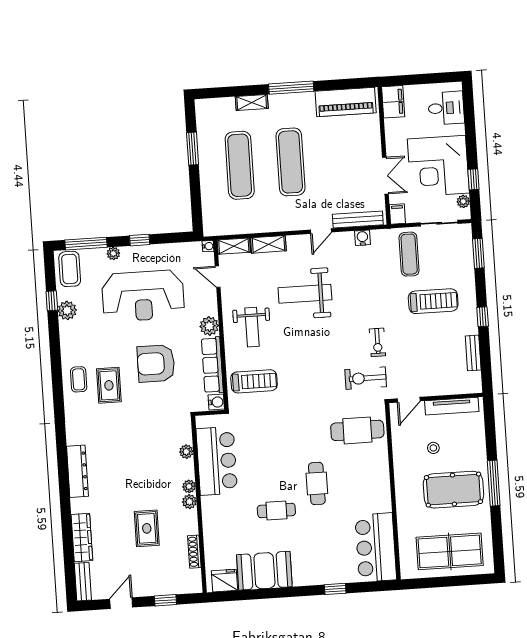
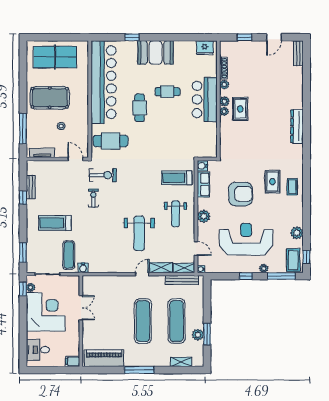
filing cabinet: (393, 102) -> (73, 361), width x0.50
shelving: (252, 103) -> (181, 362), moved
plant: (206, 147) -> (198, 335), added
double door: (385, 176) -> (81, 308), swing flipped
window: (473, 179) -> (23, 289), moved
filing cabinet: (397, 214) -> (75, 282), removed
bench: (358, 220) -> (182, 280), moved
door: (321, 231) -> (142, 274), moved
water cooler: (362, 238) -> (83, 268), moved
weight bench: (305, 294) -> (139, 233), turned 90
window: (52, 301) -> (306, 257), moved
window: (483, 317) -> (23, 198), moved
weight bench: (252, 327) -> (176, 214), turned 180
row of seats: (212, 365) -> (203, 184), width x0.68
door: (409, 400) -> (75, 159), hinge flipped
tv unit: (452, 406) -> (42, 153), width x0.71
plant: (186, 452) -> (224, 85), moved
bar counter: (217, 461) -> (205, 99), moved
window: (494, 483) -> (23, 129), moved
rug: (147, 528) -> (240, 109), moved
wardrobe: (82, 537) -> (297, 82), removed
bar counter: (376, 547) -> (104, 82), width x1.86
booth: (264, 571) -> (156, 53), moved

